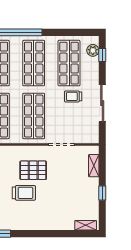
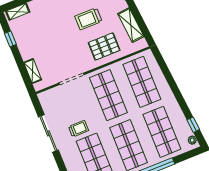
pallet: (33, 170) -> (104, 46), moved
window: (102, 193) -> (10, 39), moved

